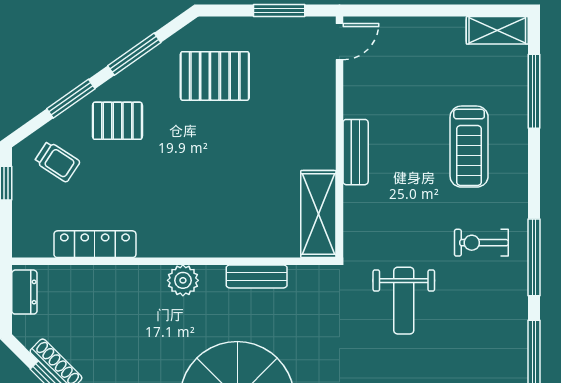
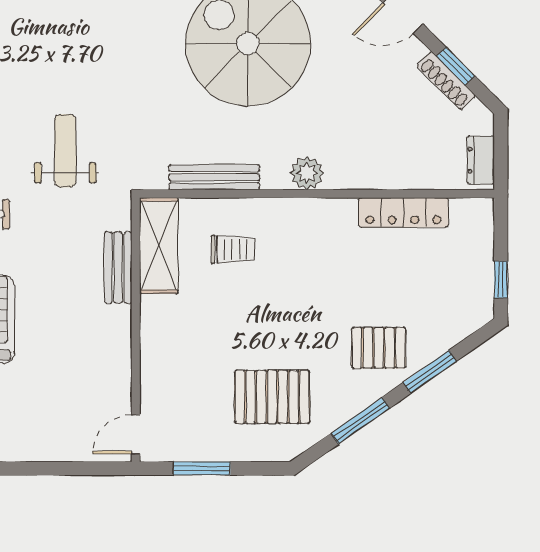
bench: (356, 152) -> (118, 268), moved
trolley: (57, 162) -> (233, 249), moved, turned 147
bench: (257, 276) -> (214, 177), width x1.36

